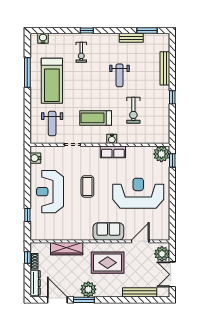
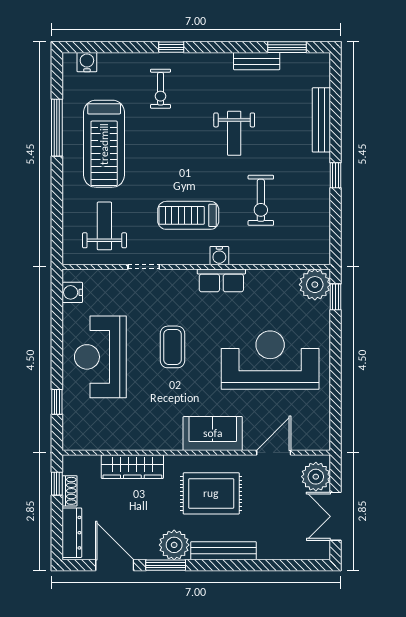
weight bench: (52, 124) -> (104, 226), turned 180
bench: (140, 292) -> (223, 551), moved

